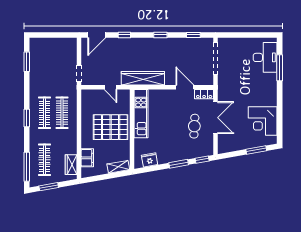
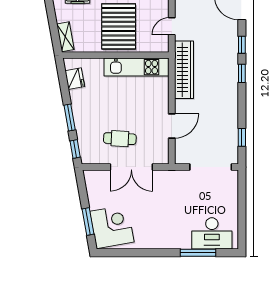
window: (160, 35) -> (242, 73), moved
locker: (204, 94) -> (163, 152), removed
corner desk: (263, 121) -> (112, 227), moved, turned 80

